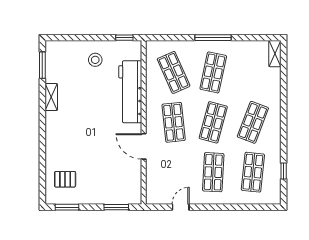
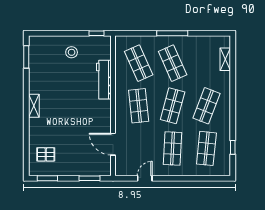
shelving: (275, 54) -> (225, 59), moved
shop shelf: (213, 72) -> (173, 63), turned -36
workbench: (130, 92) -> (104, 80), width x0.73, depth x0.76
shelving: (51, 97) -> (34, 106), moved
door: (144, 146) -> (113, 144), moved

